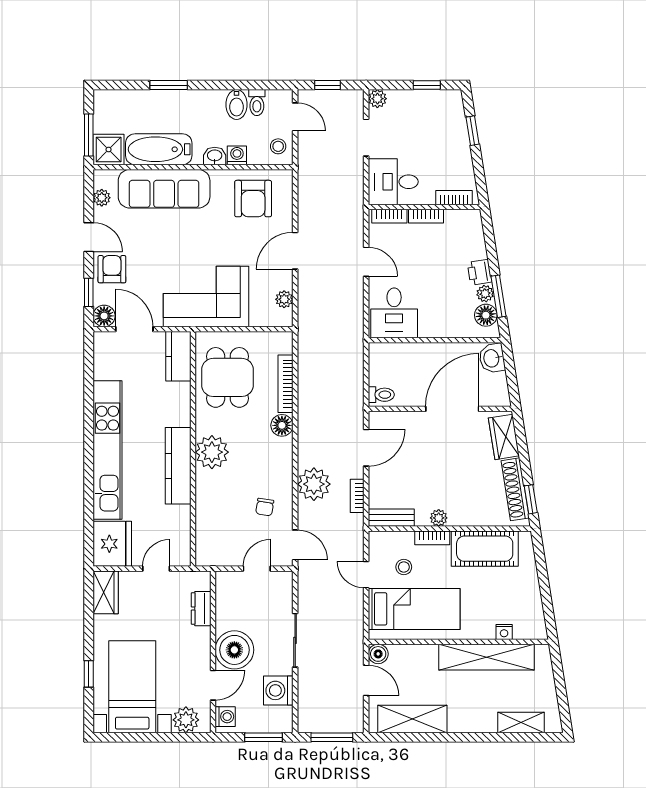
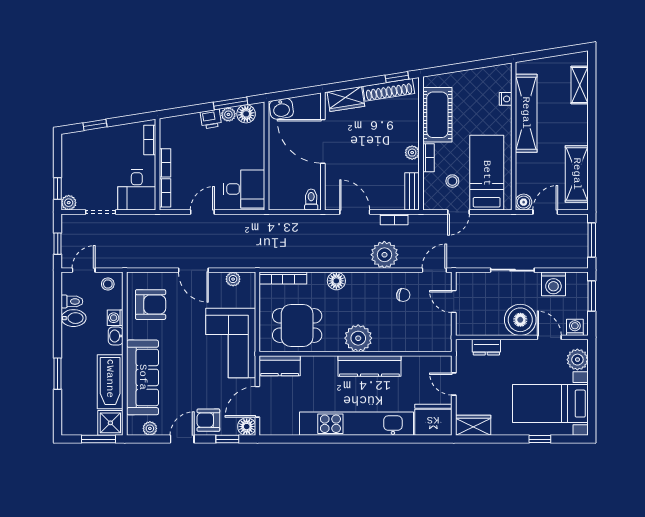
window: (427, 85) -> (58, 188), moved
bookcase: (285, 384) -> (283, 278), moved

